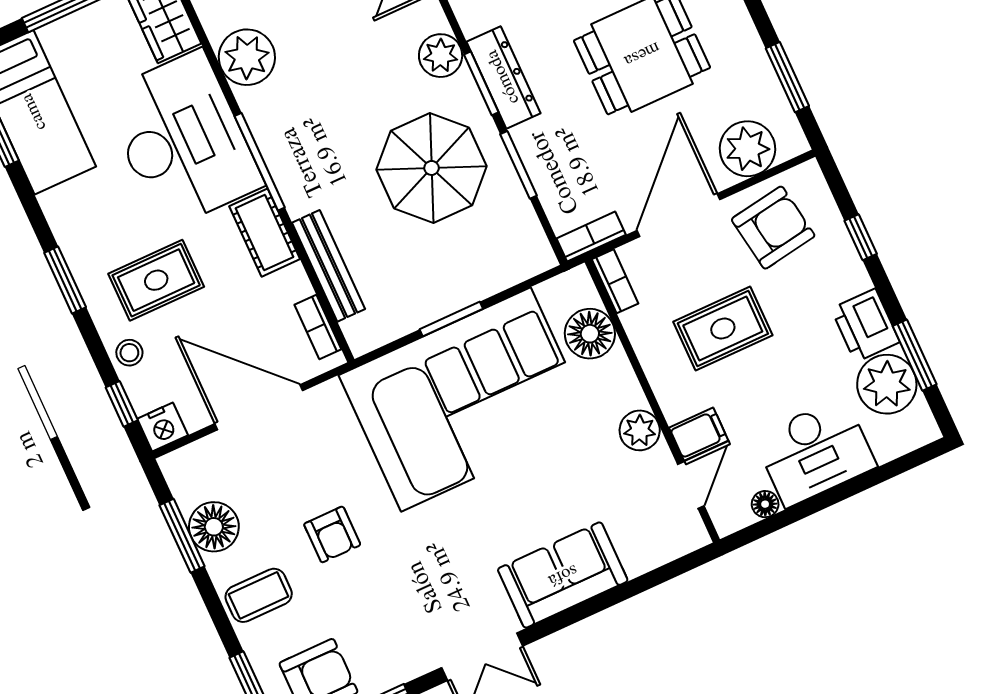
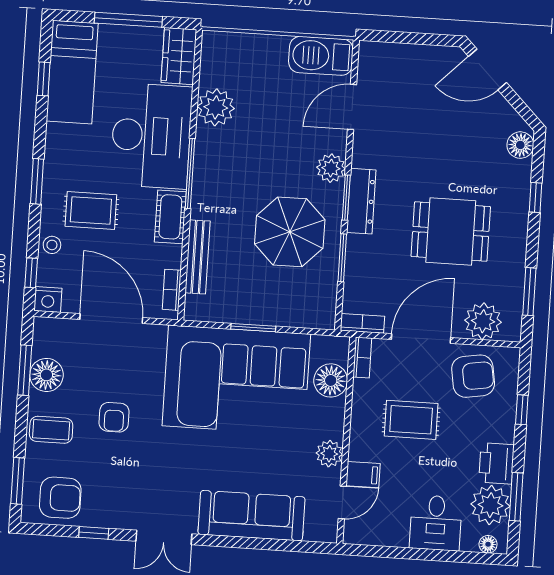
desk: (815, 452) -> (436, 523), width x0.73
floor lamp: (765, 504) -> (488, 544), moved
sofa: (563, 575) -> (251, 516), width x1.36

